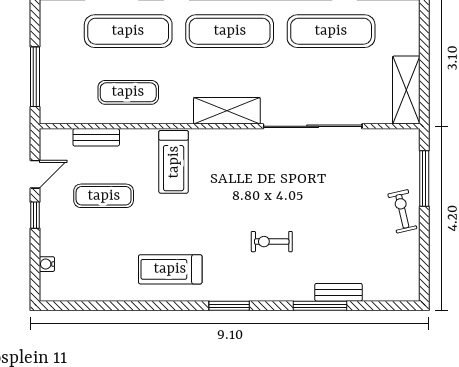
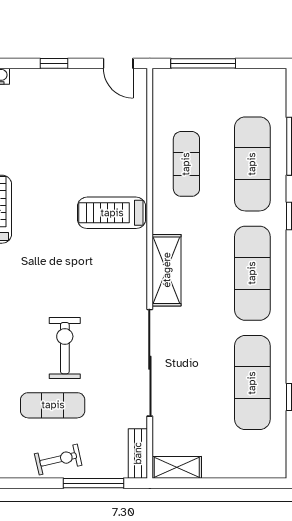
shelving: (406, 90) -> (177, 467), width x0.67, depth x0.75
bench: (96, 137) -> (138, 453), moved
door: (35, 174) -> (118, 63), moved
exercise mat: (104, 196) -> (53, 405), moved, turned 90
exercise bike: (272, 242) -> (65, 348), moved, width x1.38, depth x1.39

